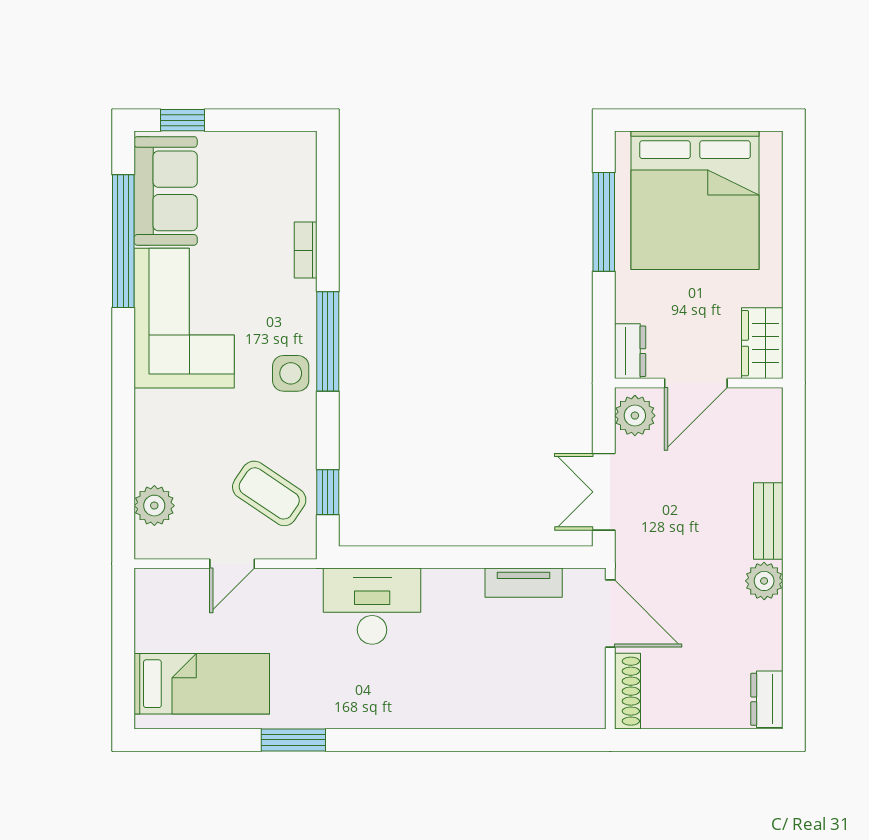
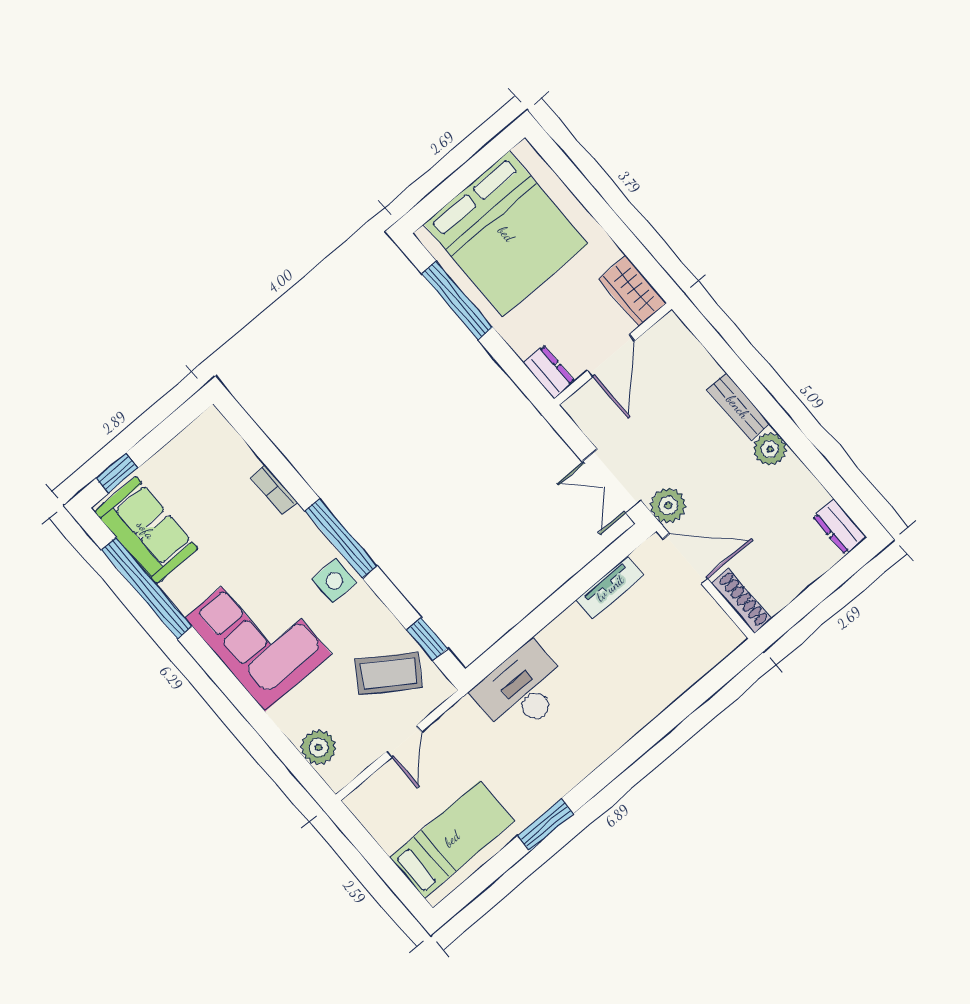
corner sofa: (184, 318) -> (258, 636), moved
plant: (635, 416) -> (668, 505), moved

